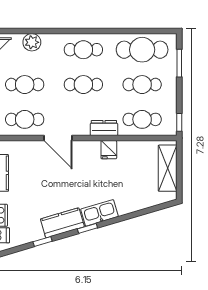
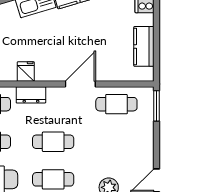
cafe table: (25, 85) -> (116, 142), removed
door: (58, 138) -> (80, 84), hinge flipped

